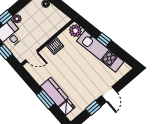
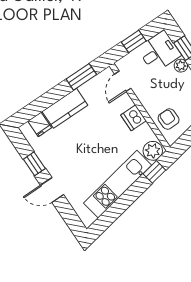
armchair: (53, 23) -> (169, 119), added
window: (104, 40) -> (154, 172), moved
window: (46, 99) -> (81, 77), moved

